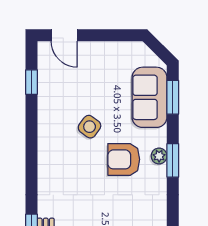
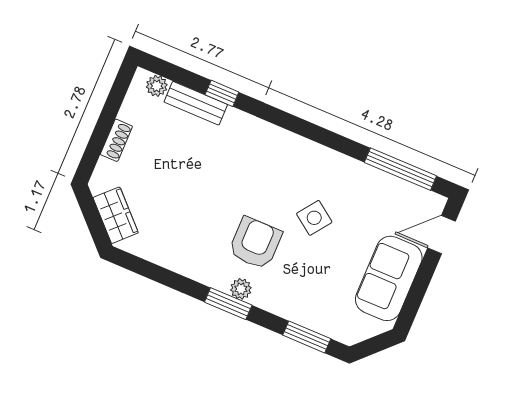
window: (31, 82) -> (400, 169), width x2.17
sofa: (150, 97) -> (389, 278), moved, turned -90

